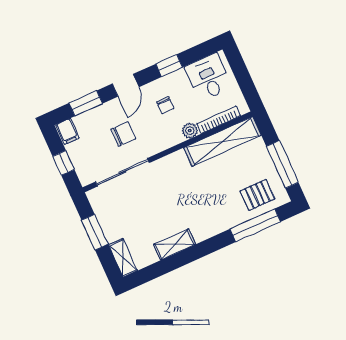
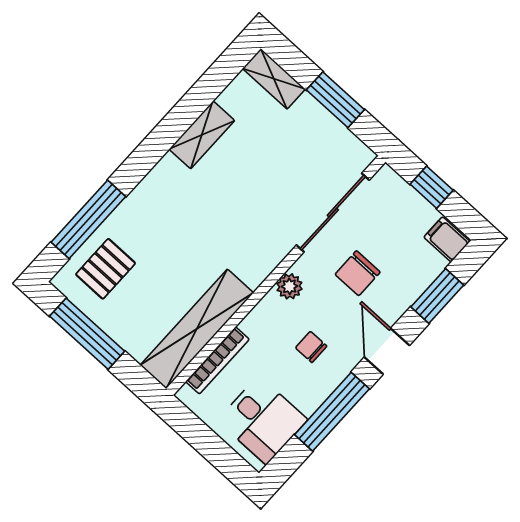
window: (169, 66) -> (332, 412), width x2.17
plant: (190, 131) -> (289, 286), moved

